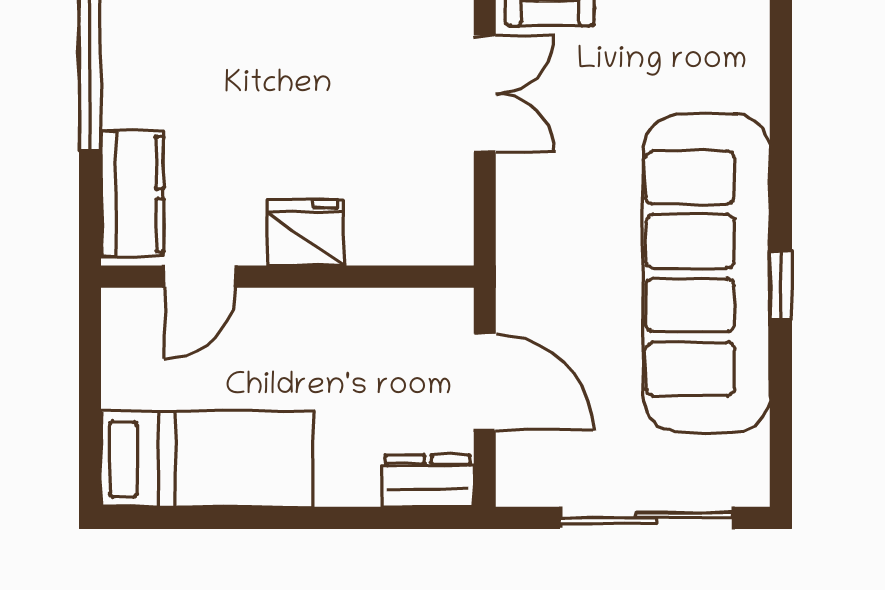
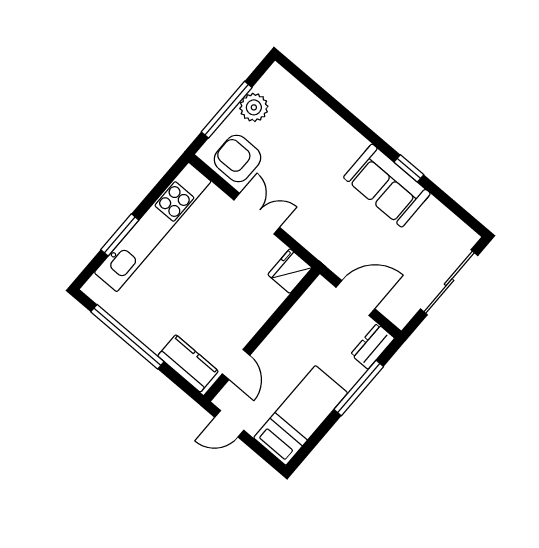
fridge: (306, 233) -> (290, 271), moved
sofa: (707, 273) -> (387, 186), width x0.54, depth x0.79
door: (90, 351) -> (229, 424), added
window: (337, 518) -> (359, 388), added

